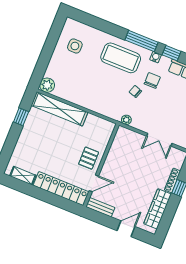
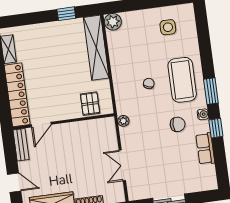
window: (142, 41) -> (211, 91), width x0.69
chair: (135, 91) -> (149, 83), moved
pallet: (89, 158) -> (90, 104), moved, turned 90
door: (94, 183) -> (41, 125), hinge flipped

